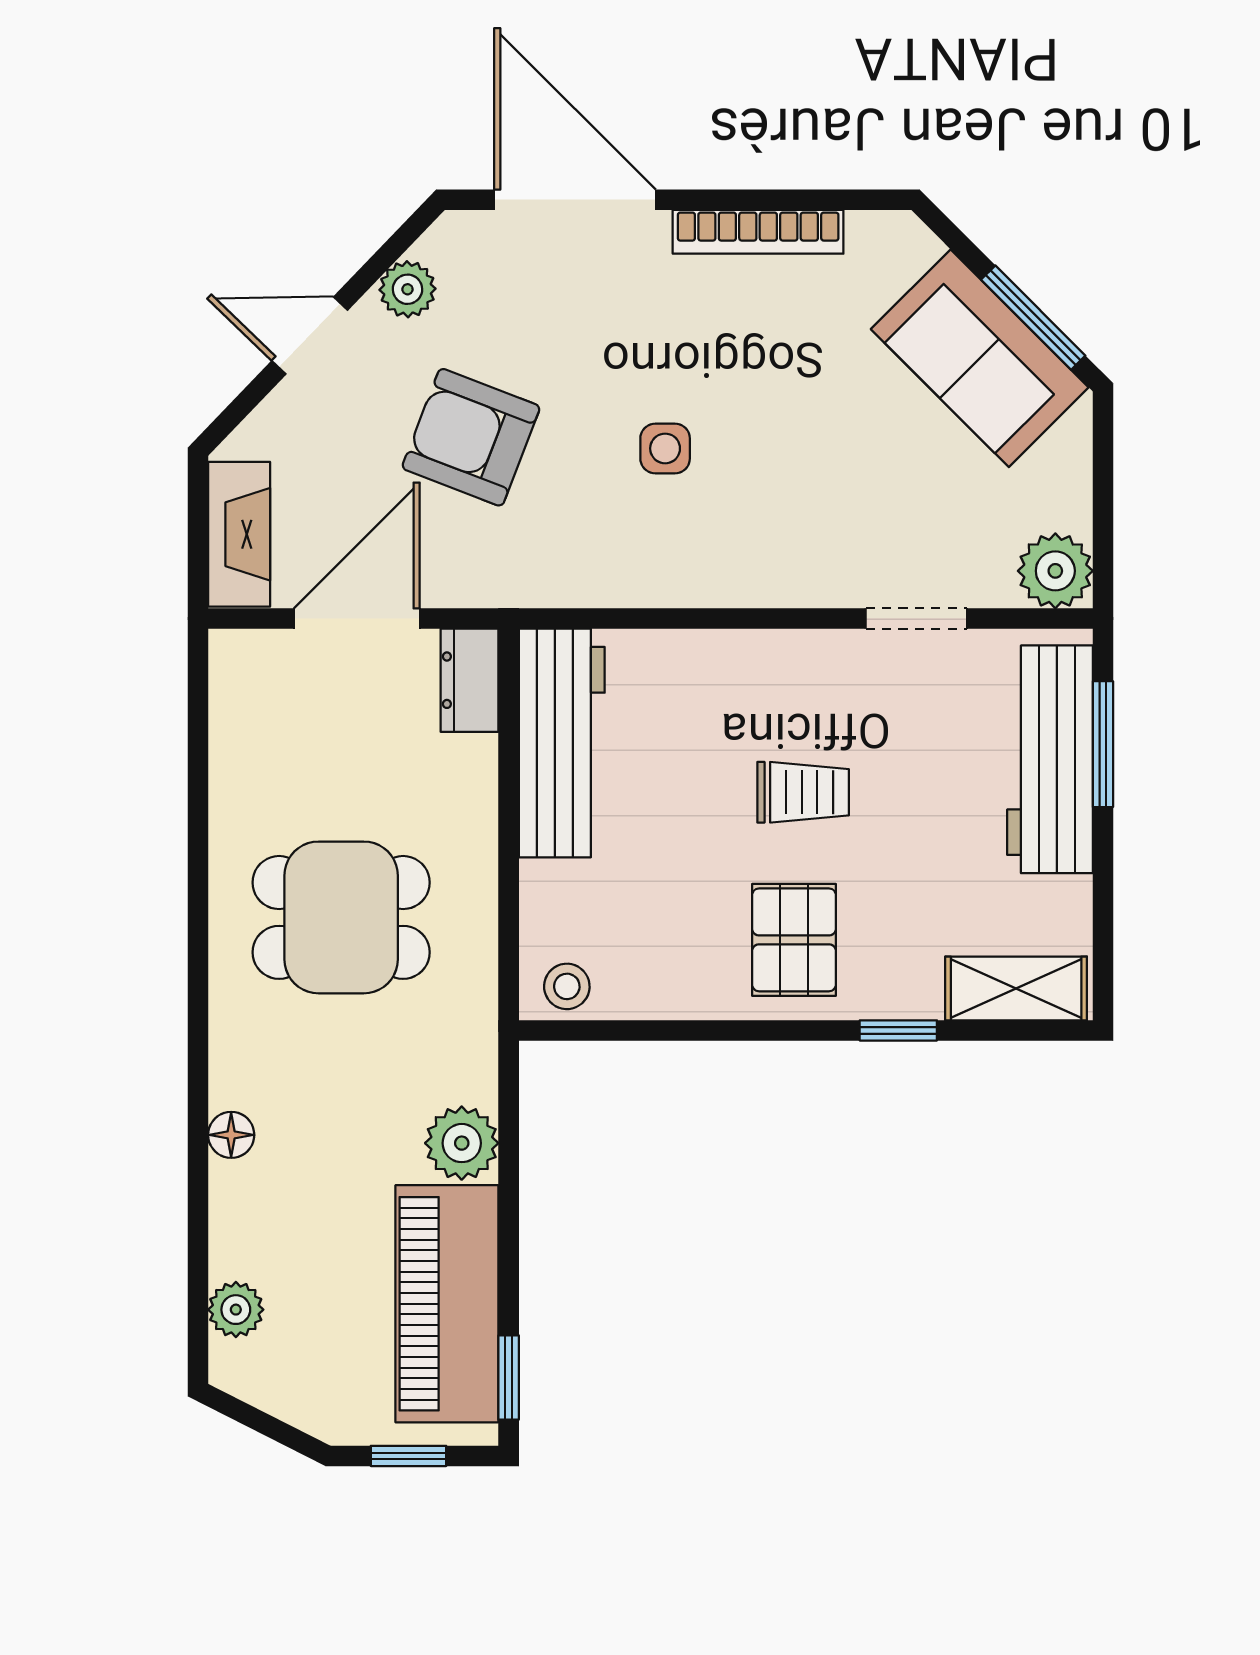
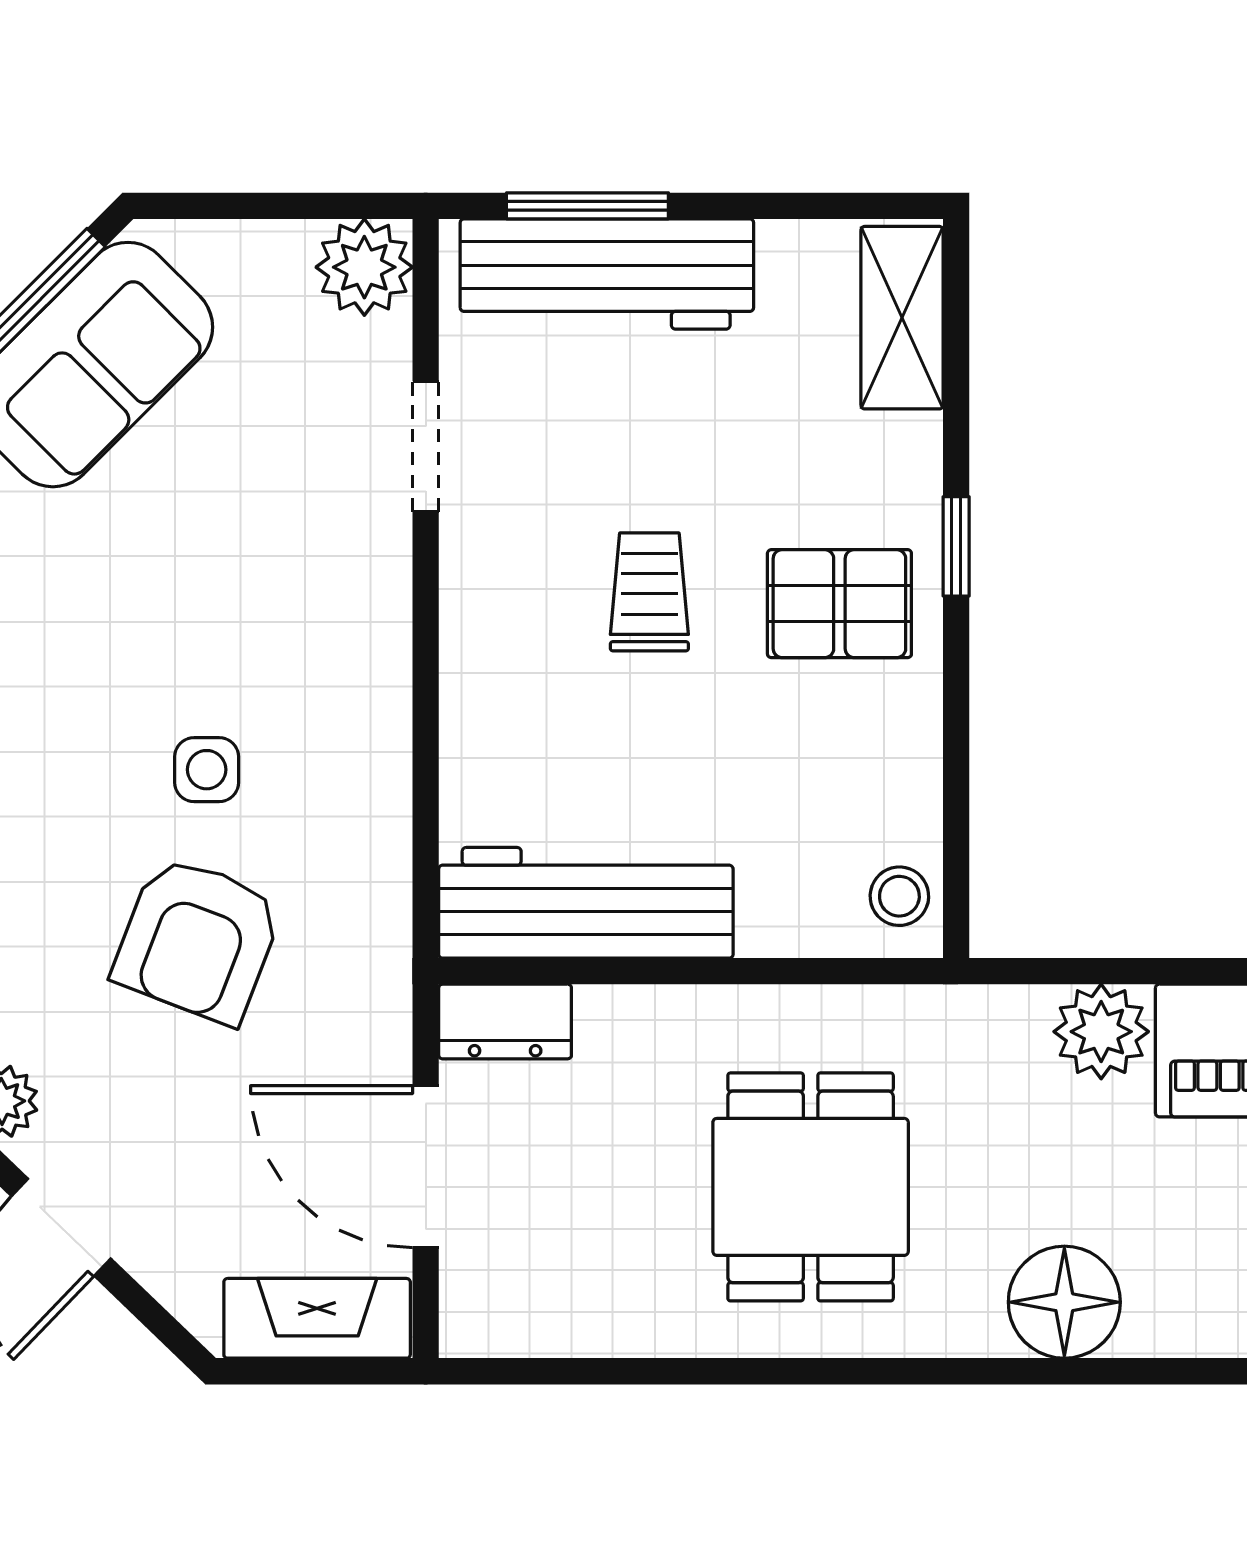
armchair: (471, 437) -> (198, 940), moved
window: (898, 1030) -> (956, 546), moved
floor lamp: (231, 1135) -> (1064, 1302), width x1.89, depth x1.89

